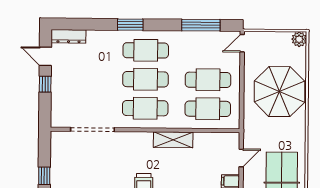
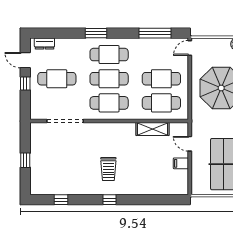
dresser: (69, 36) -> (44, 43), width x0.70
cafe table: (83, 79) -> (57, 79), added
shelving: (173, 140) -> (152, 129), moved
door: (241, 158) -> (190, 144), swing flipped

